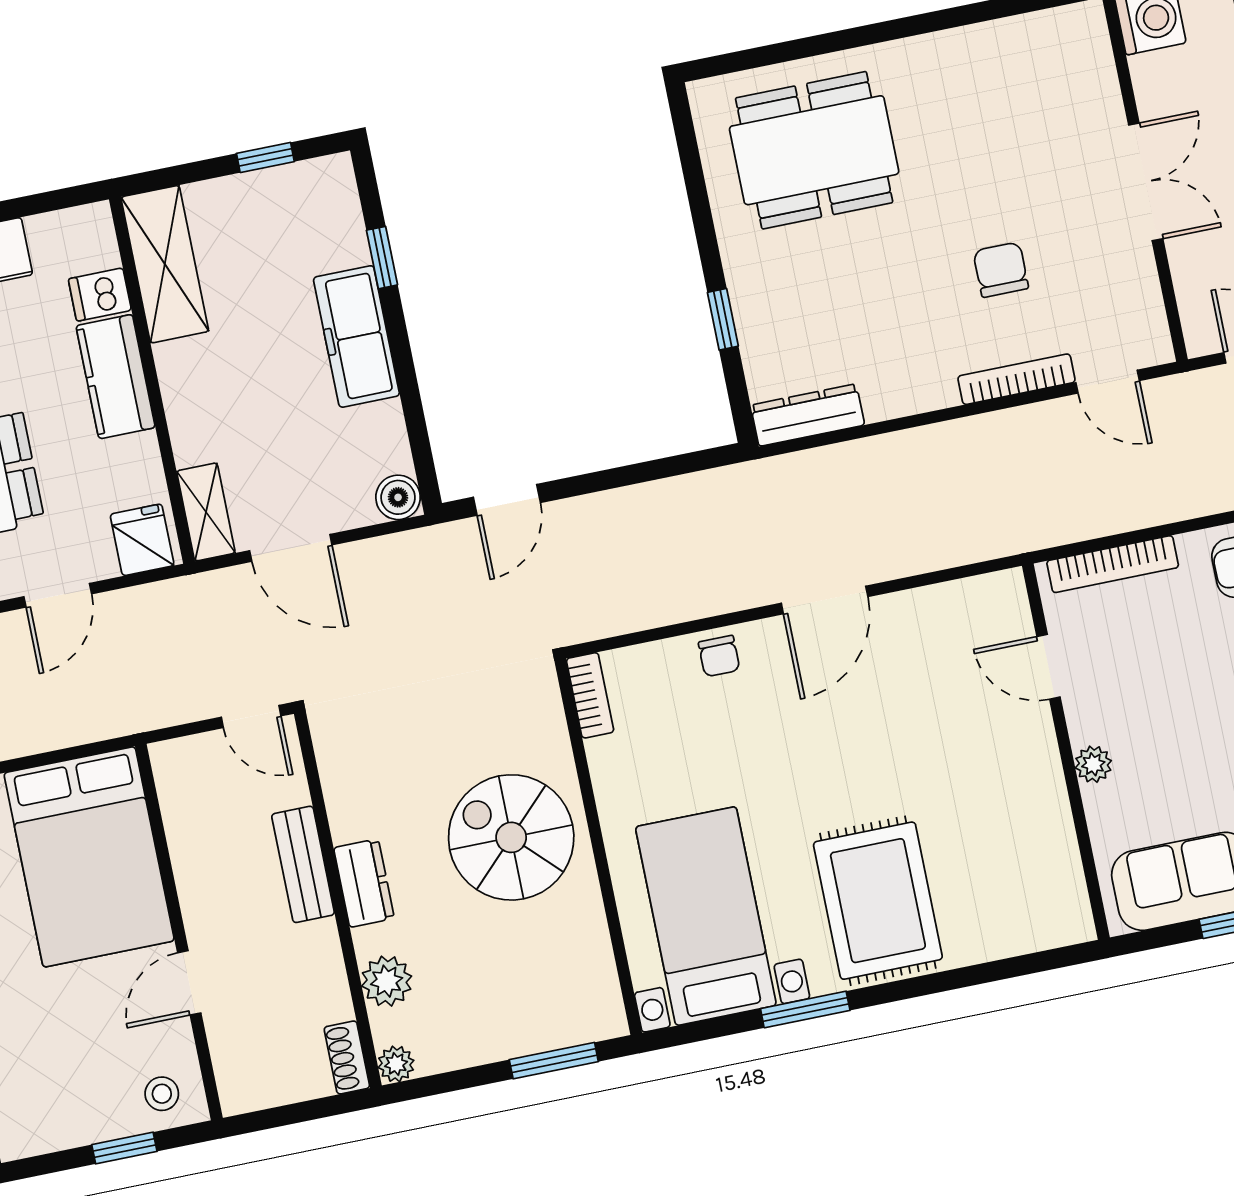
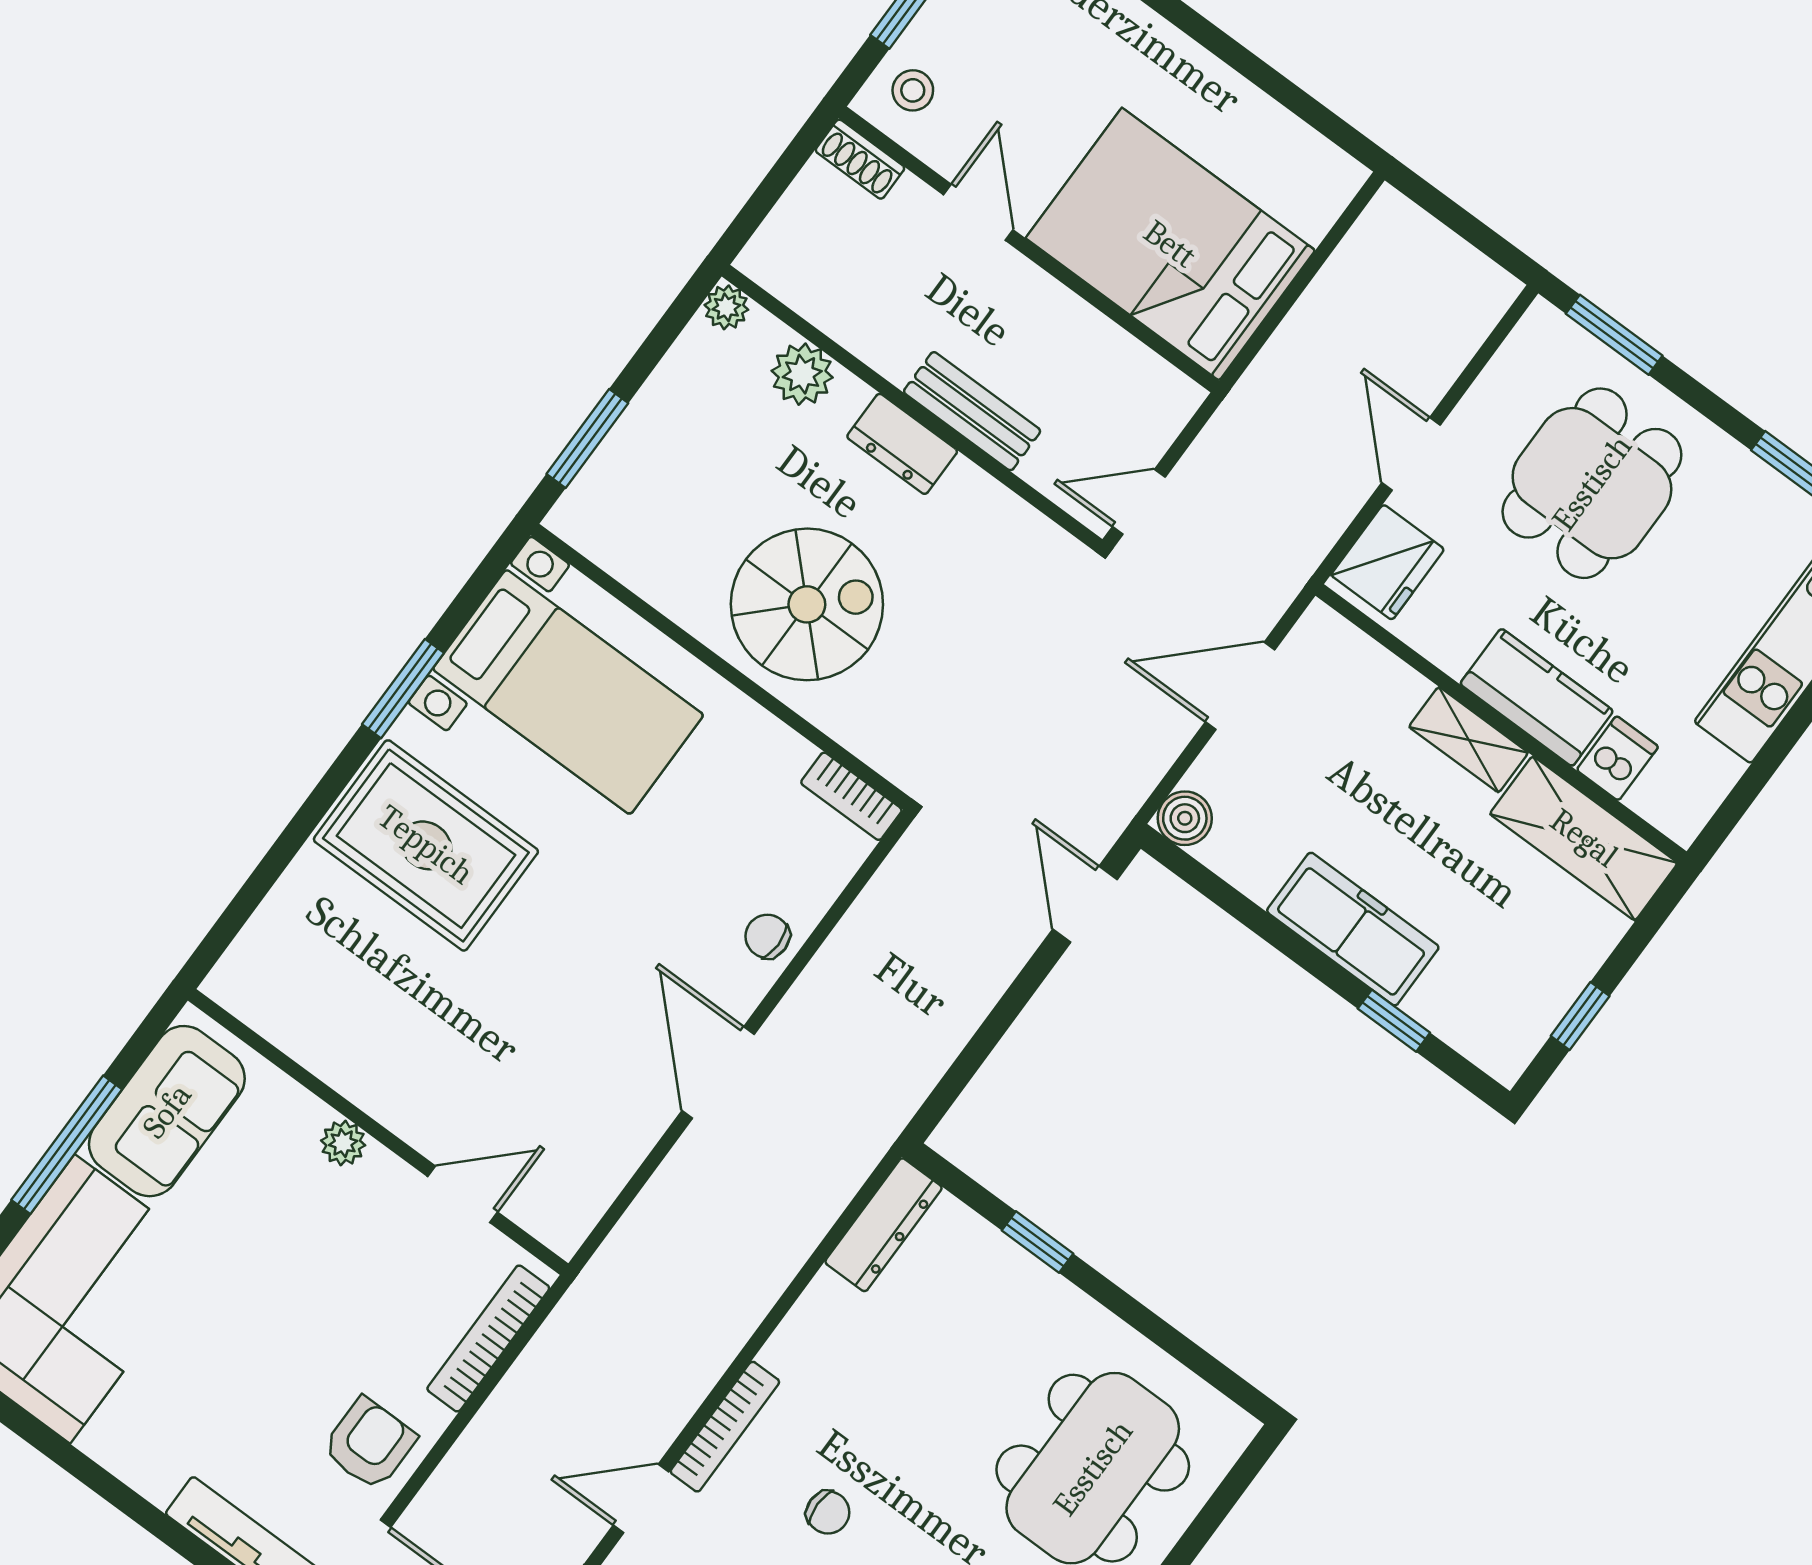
chair: (1001, 270) -> (828, 1512), width x0.73, depth x0.73
shelving: (206, 512) -> (1469, 740), moved
fridge: (142, 540) -> (1388, 562), width x1.38
shoe rack: (347, 1057) -> (860, 159), moved, turned 180

